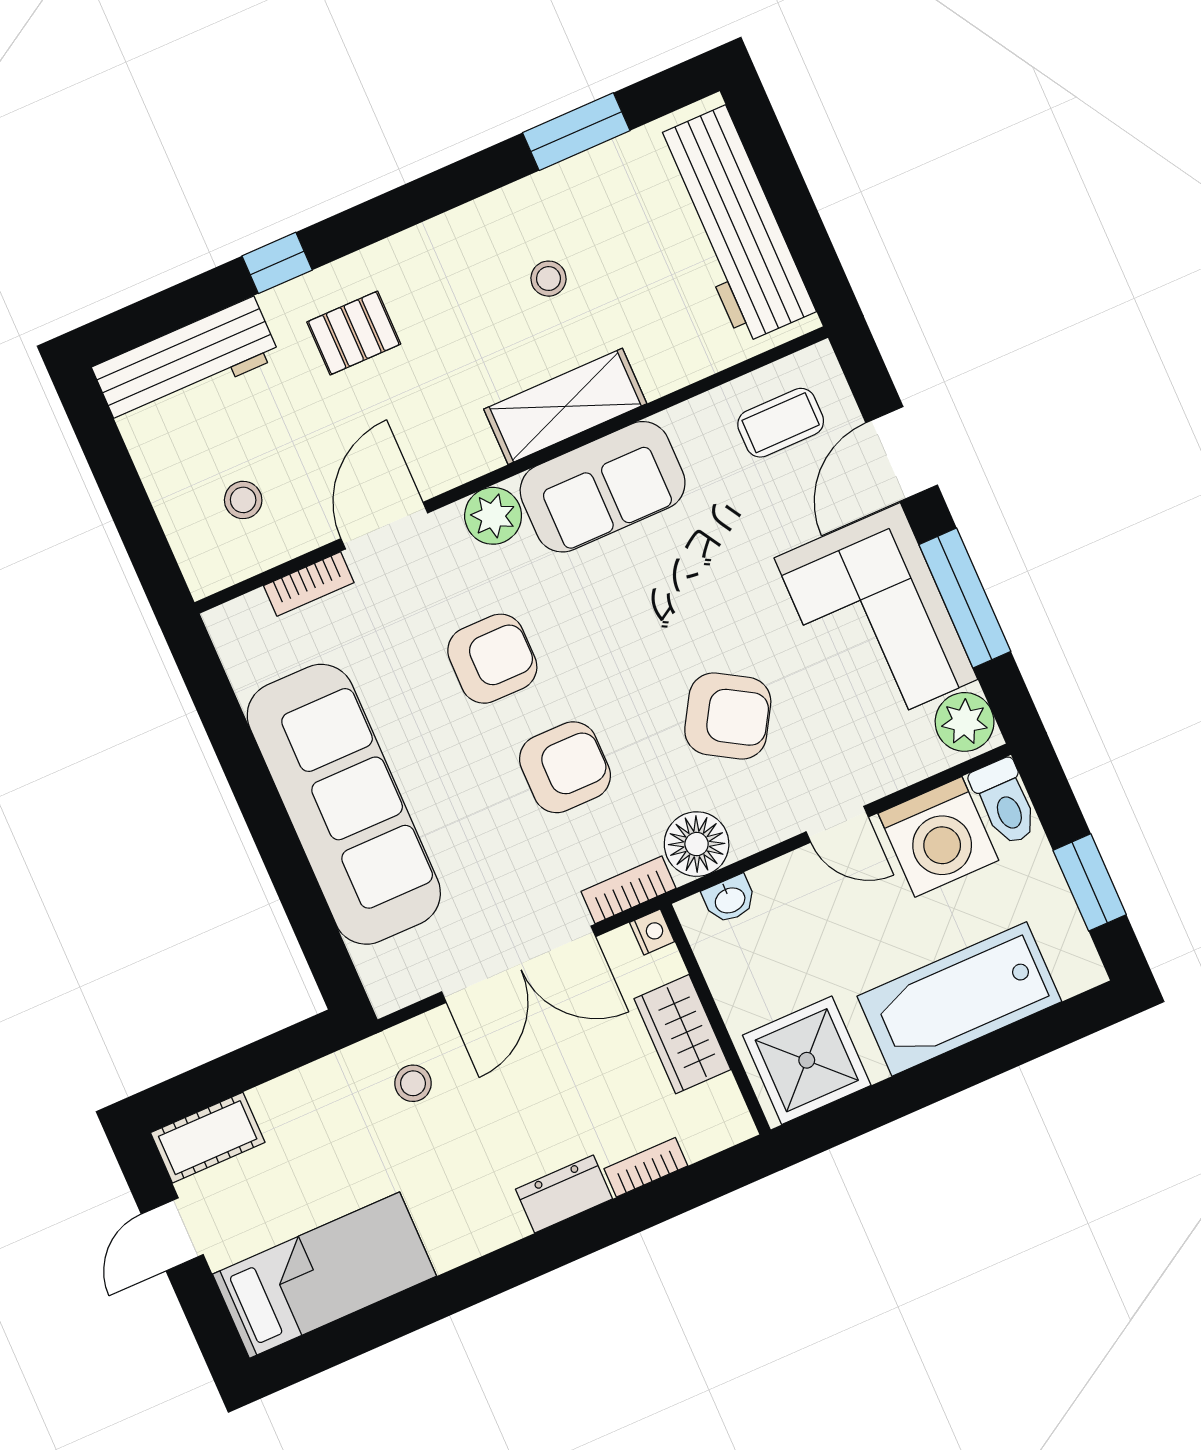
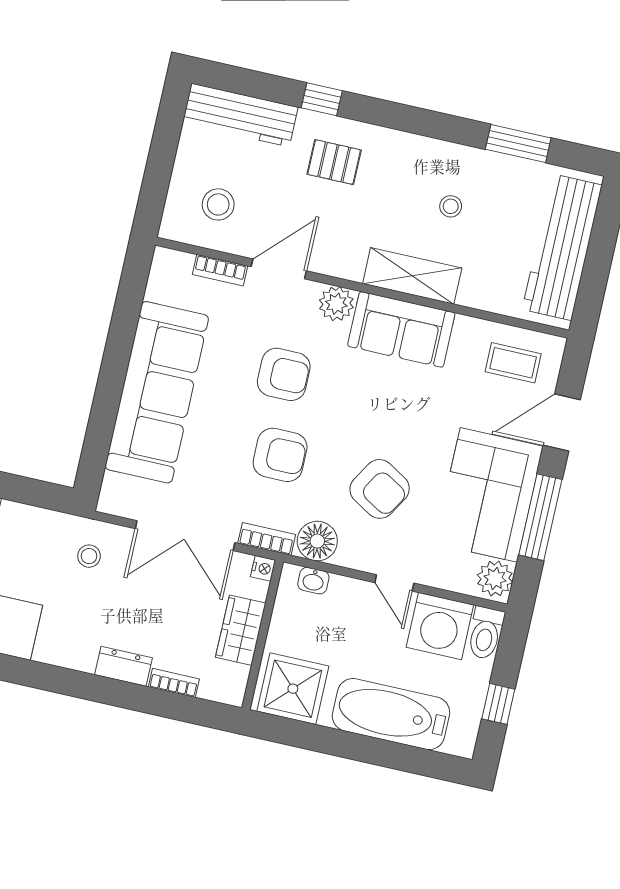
stool: (243, 500) -> (218, 204), width x1.37, depth x1.37
window: (1090, 882) -> (498, 704), width x0.67

